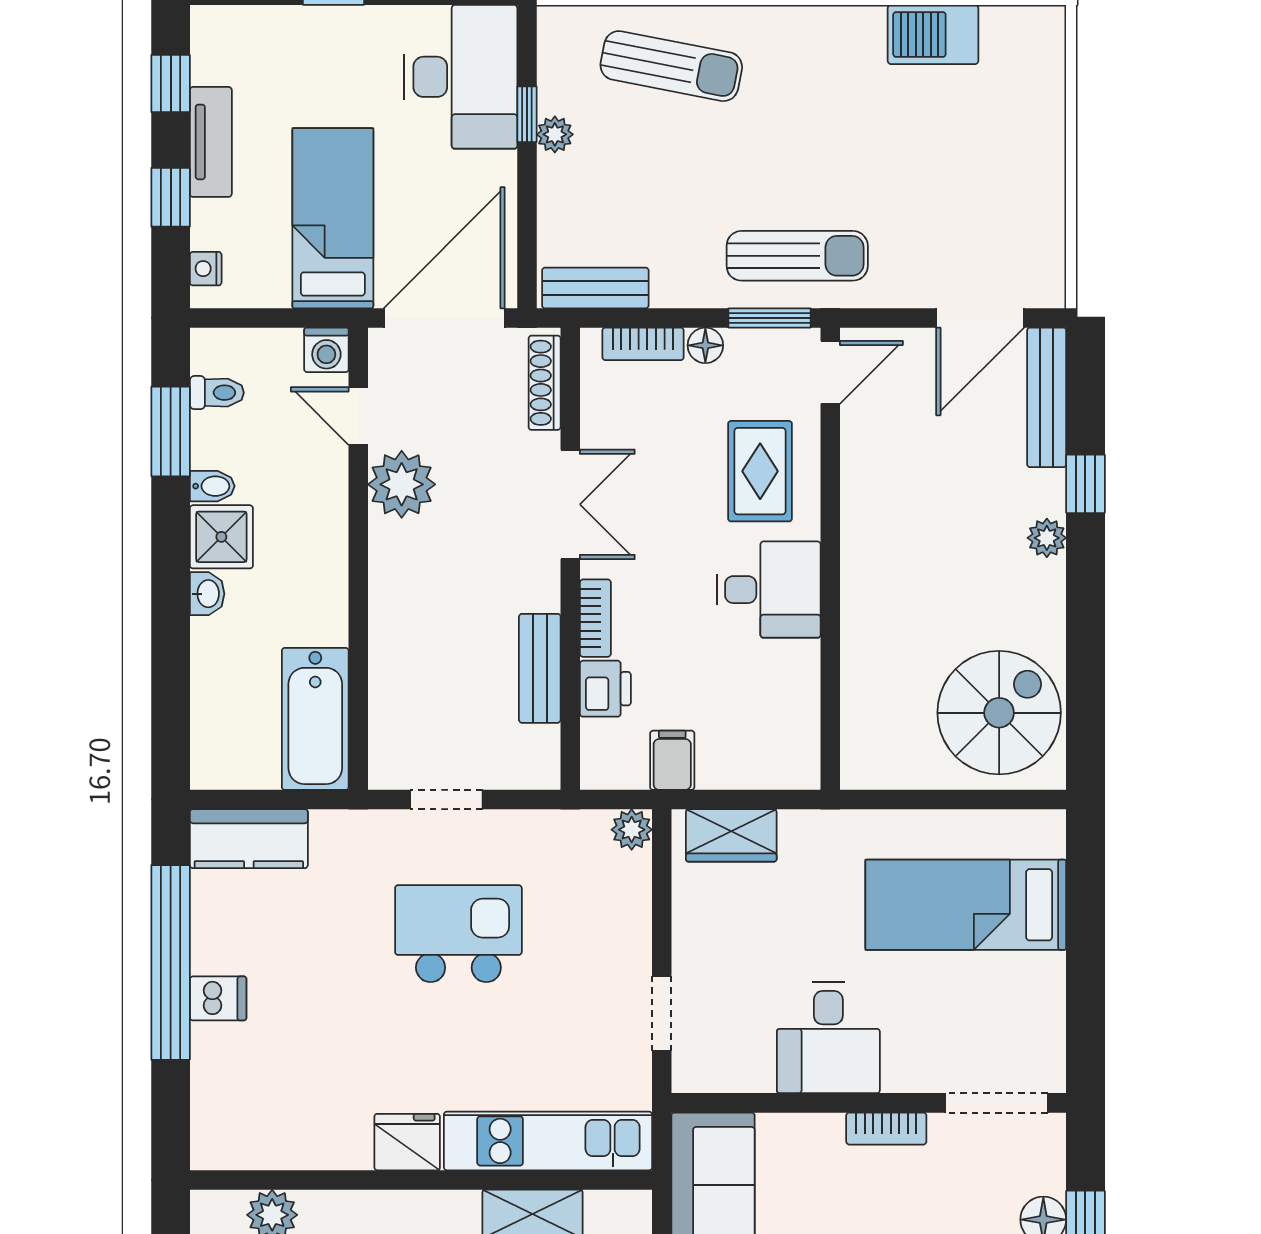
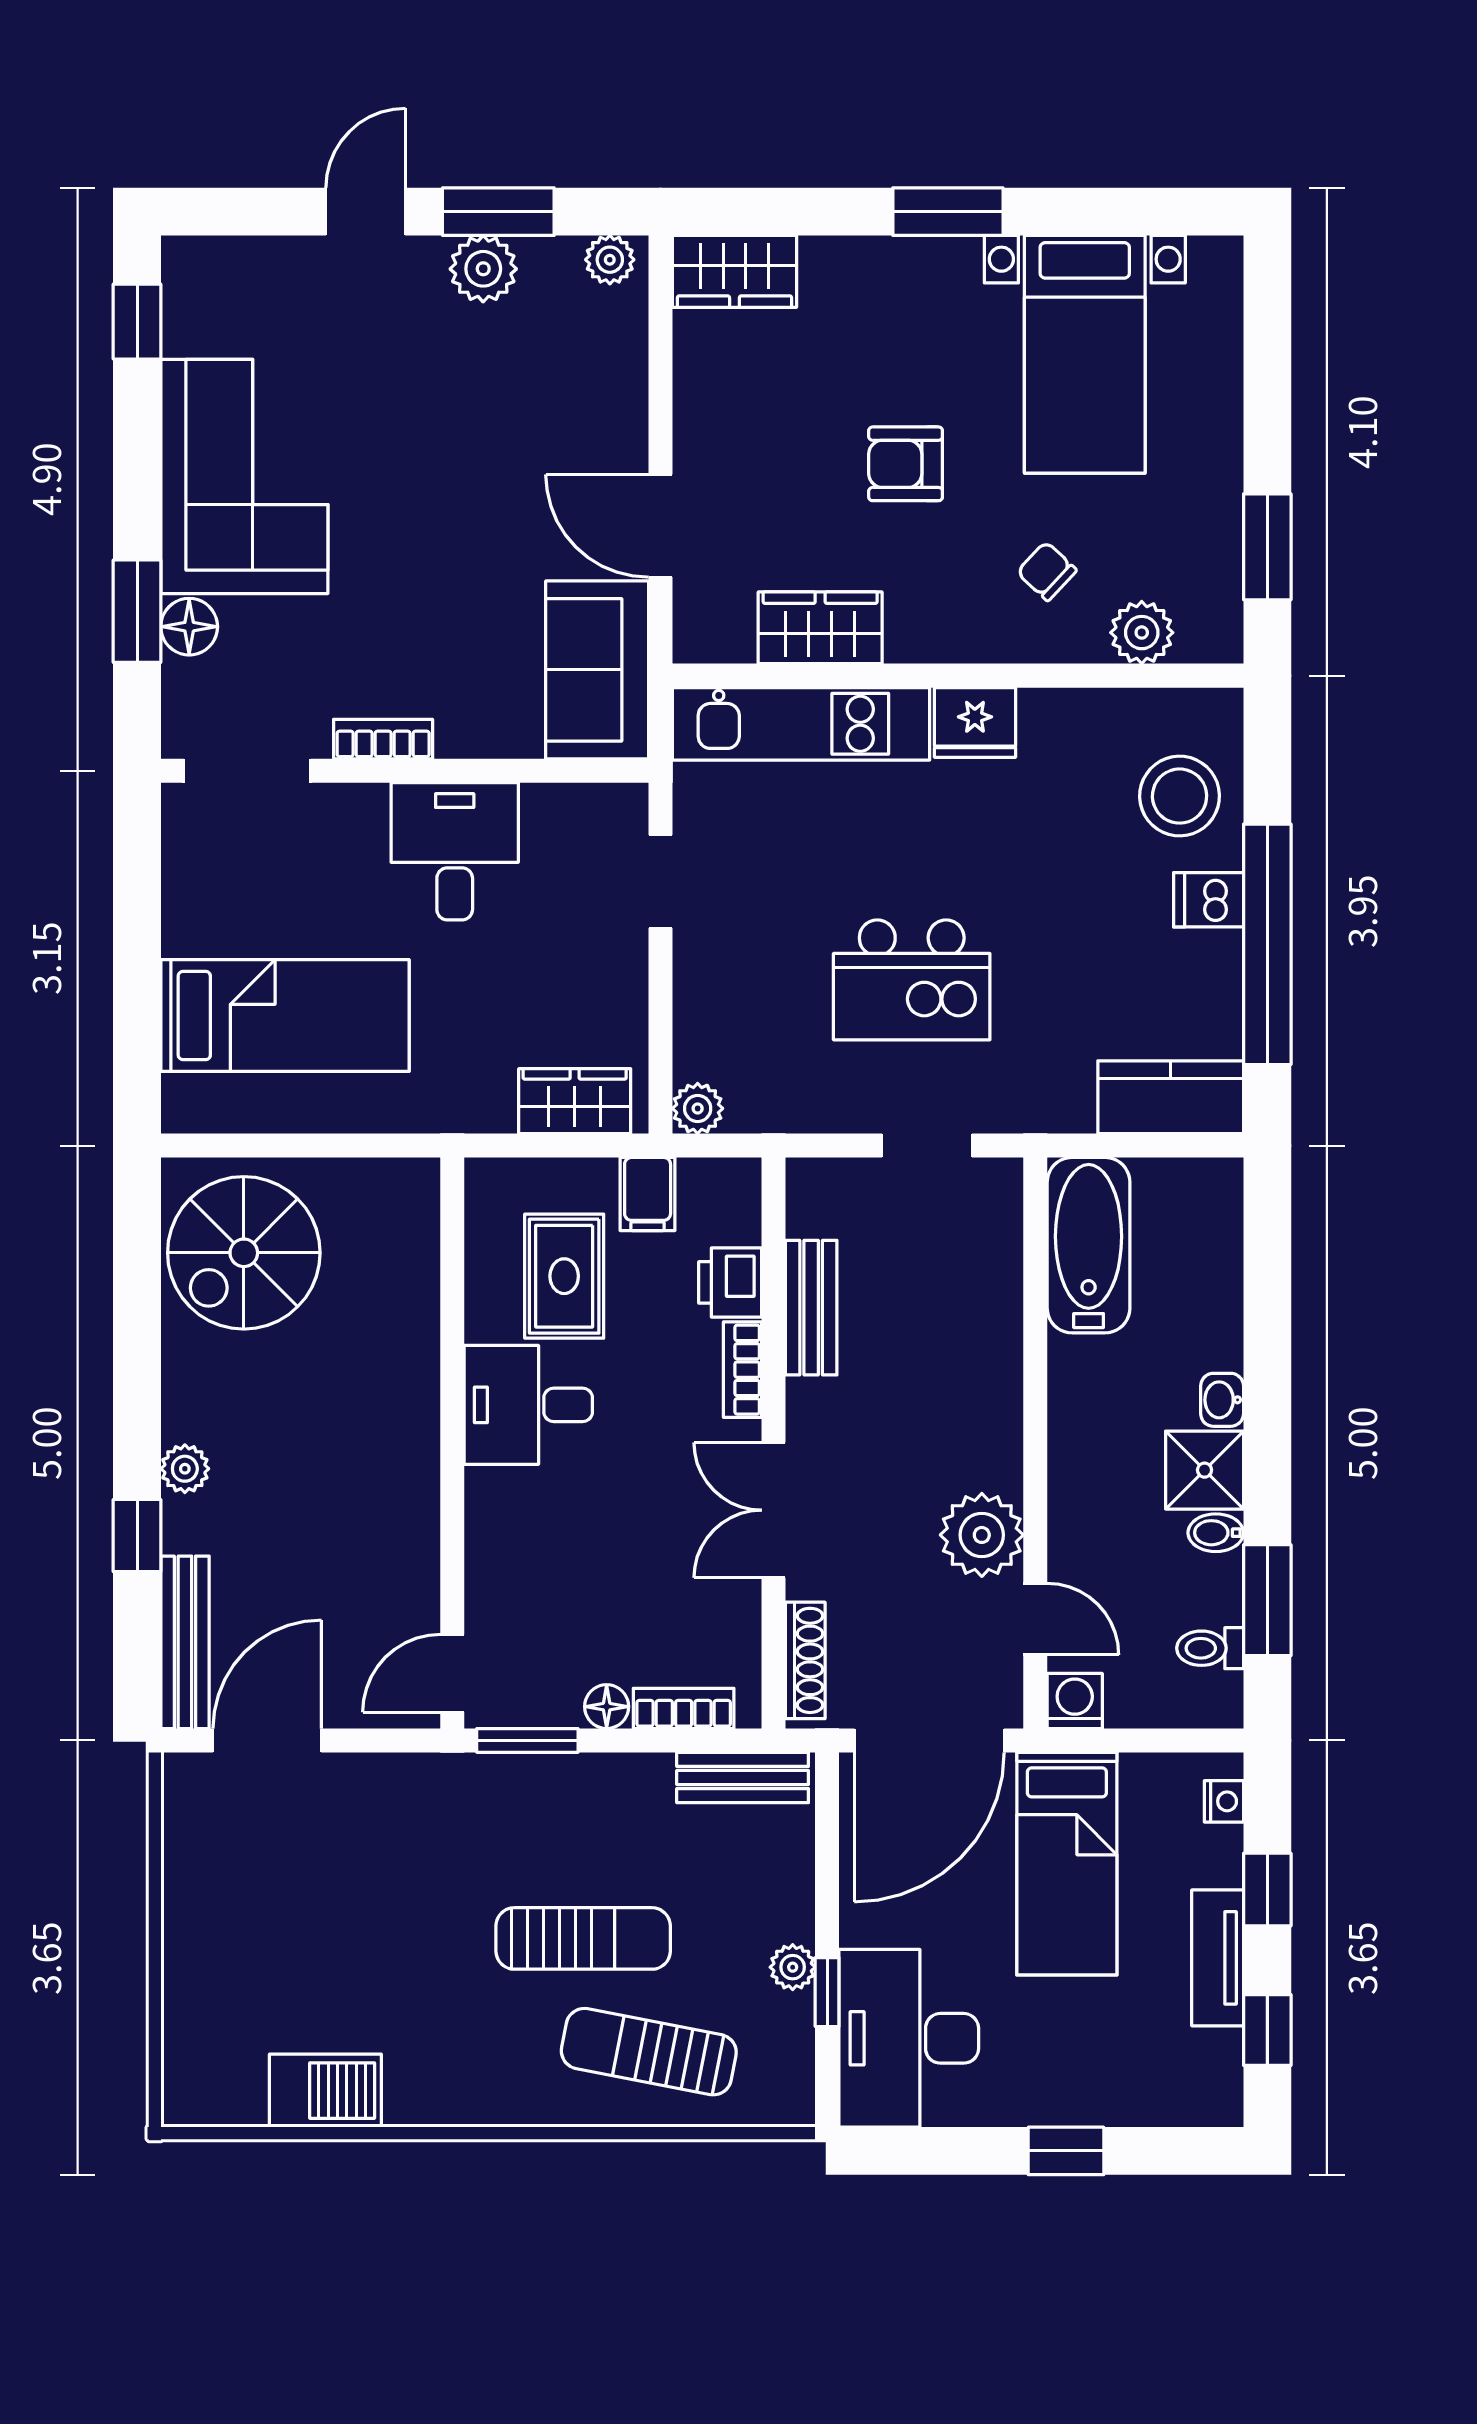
sun lounger: (797, 256) -> (583, 1938), moved, turned 180
rug: (760, 471) -> (564, 1276), moved
stool: (242, 1082) -> (1180, 796), added

